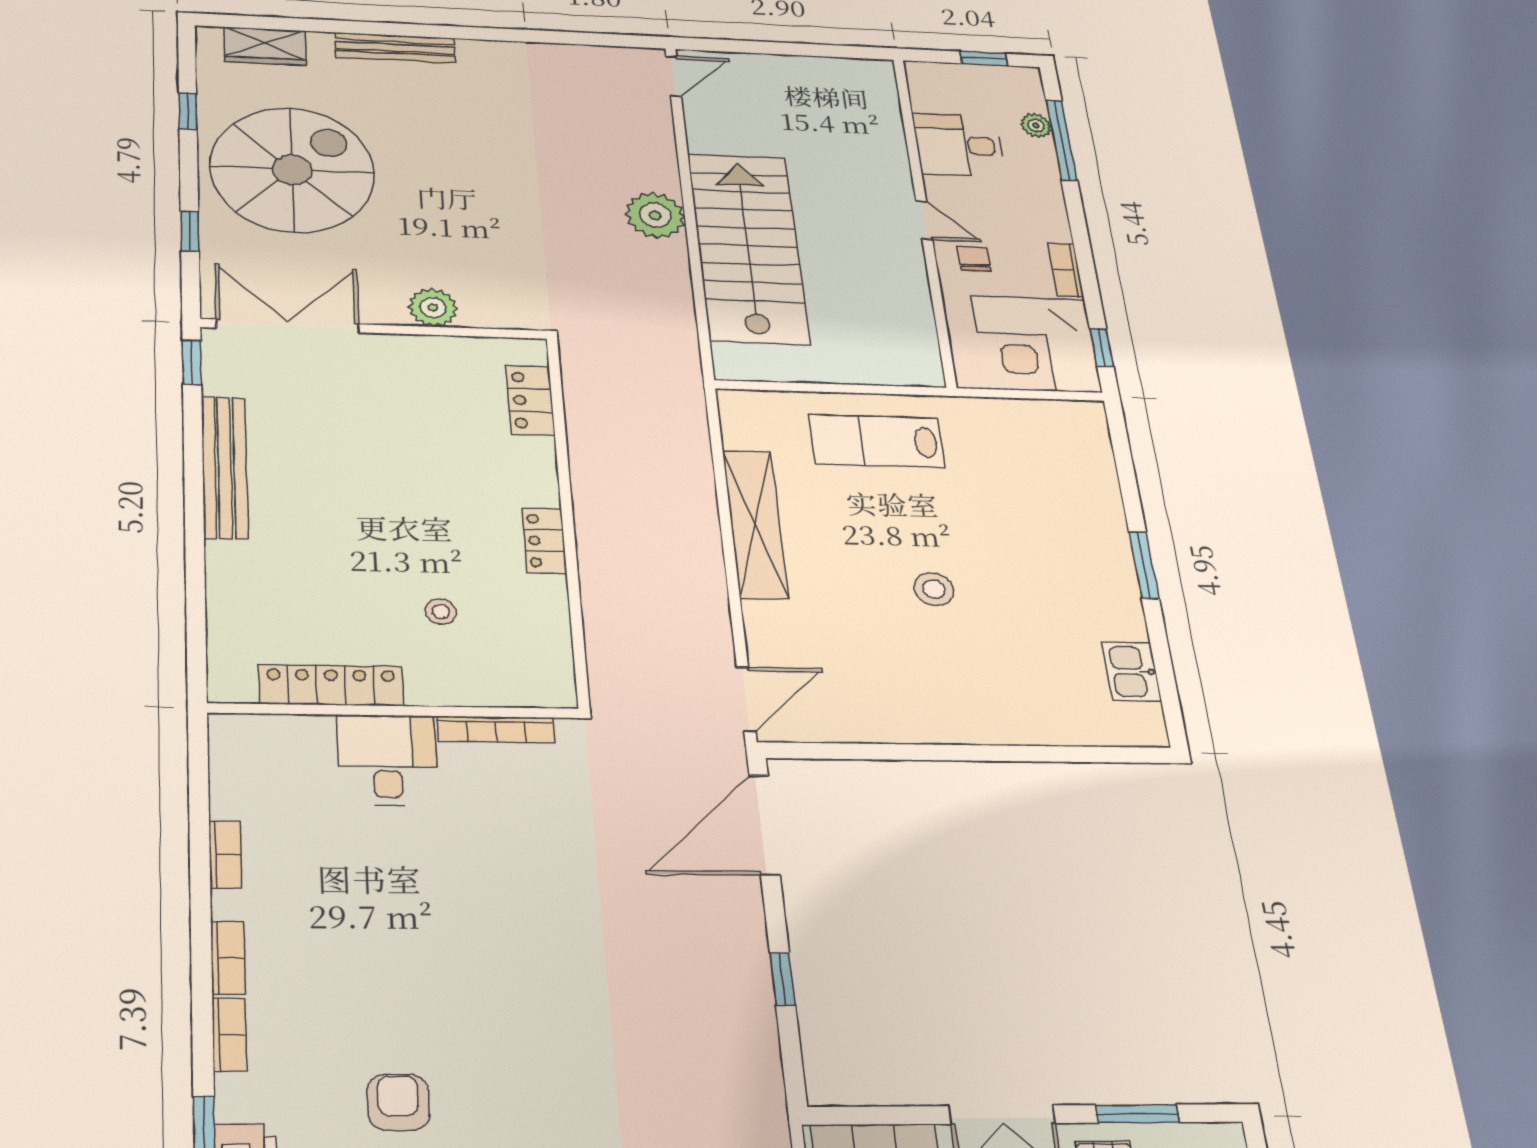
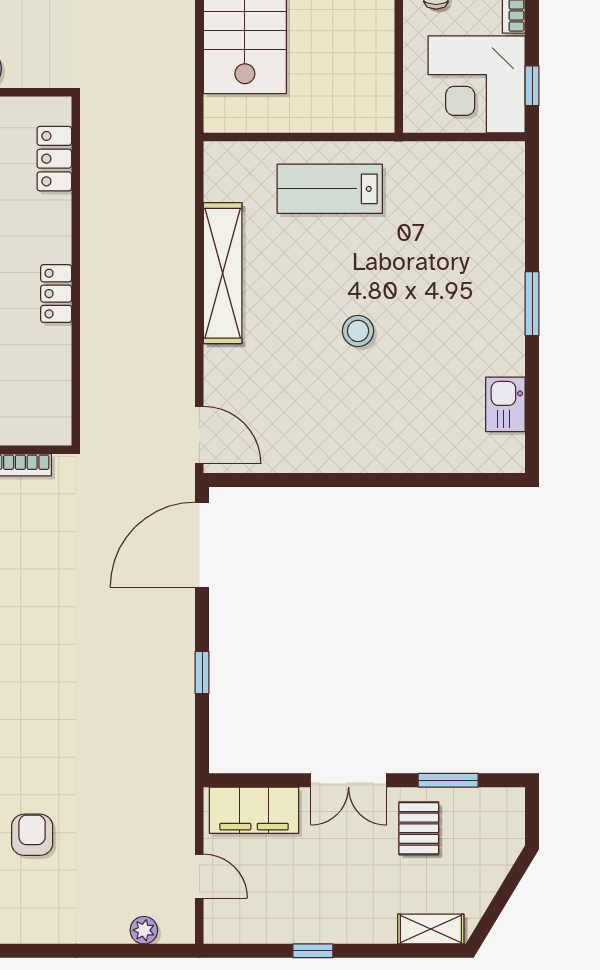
door: (746, 699) -> (199, 435), hinge flipped

